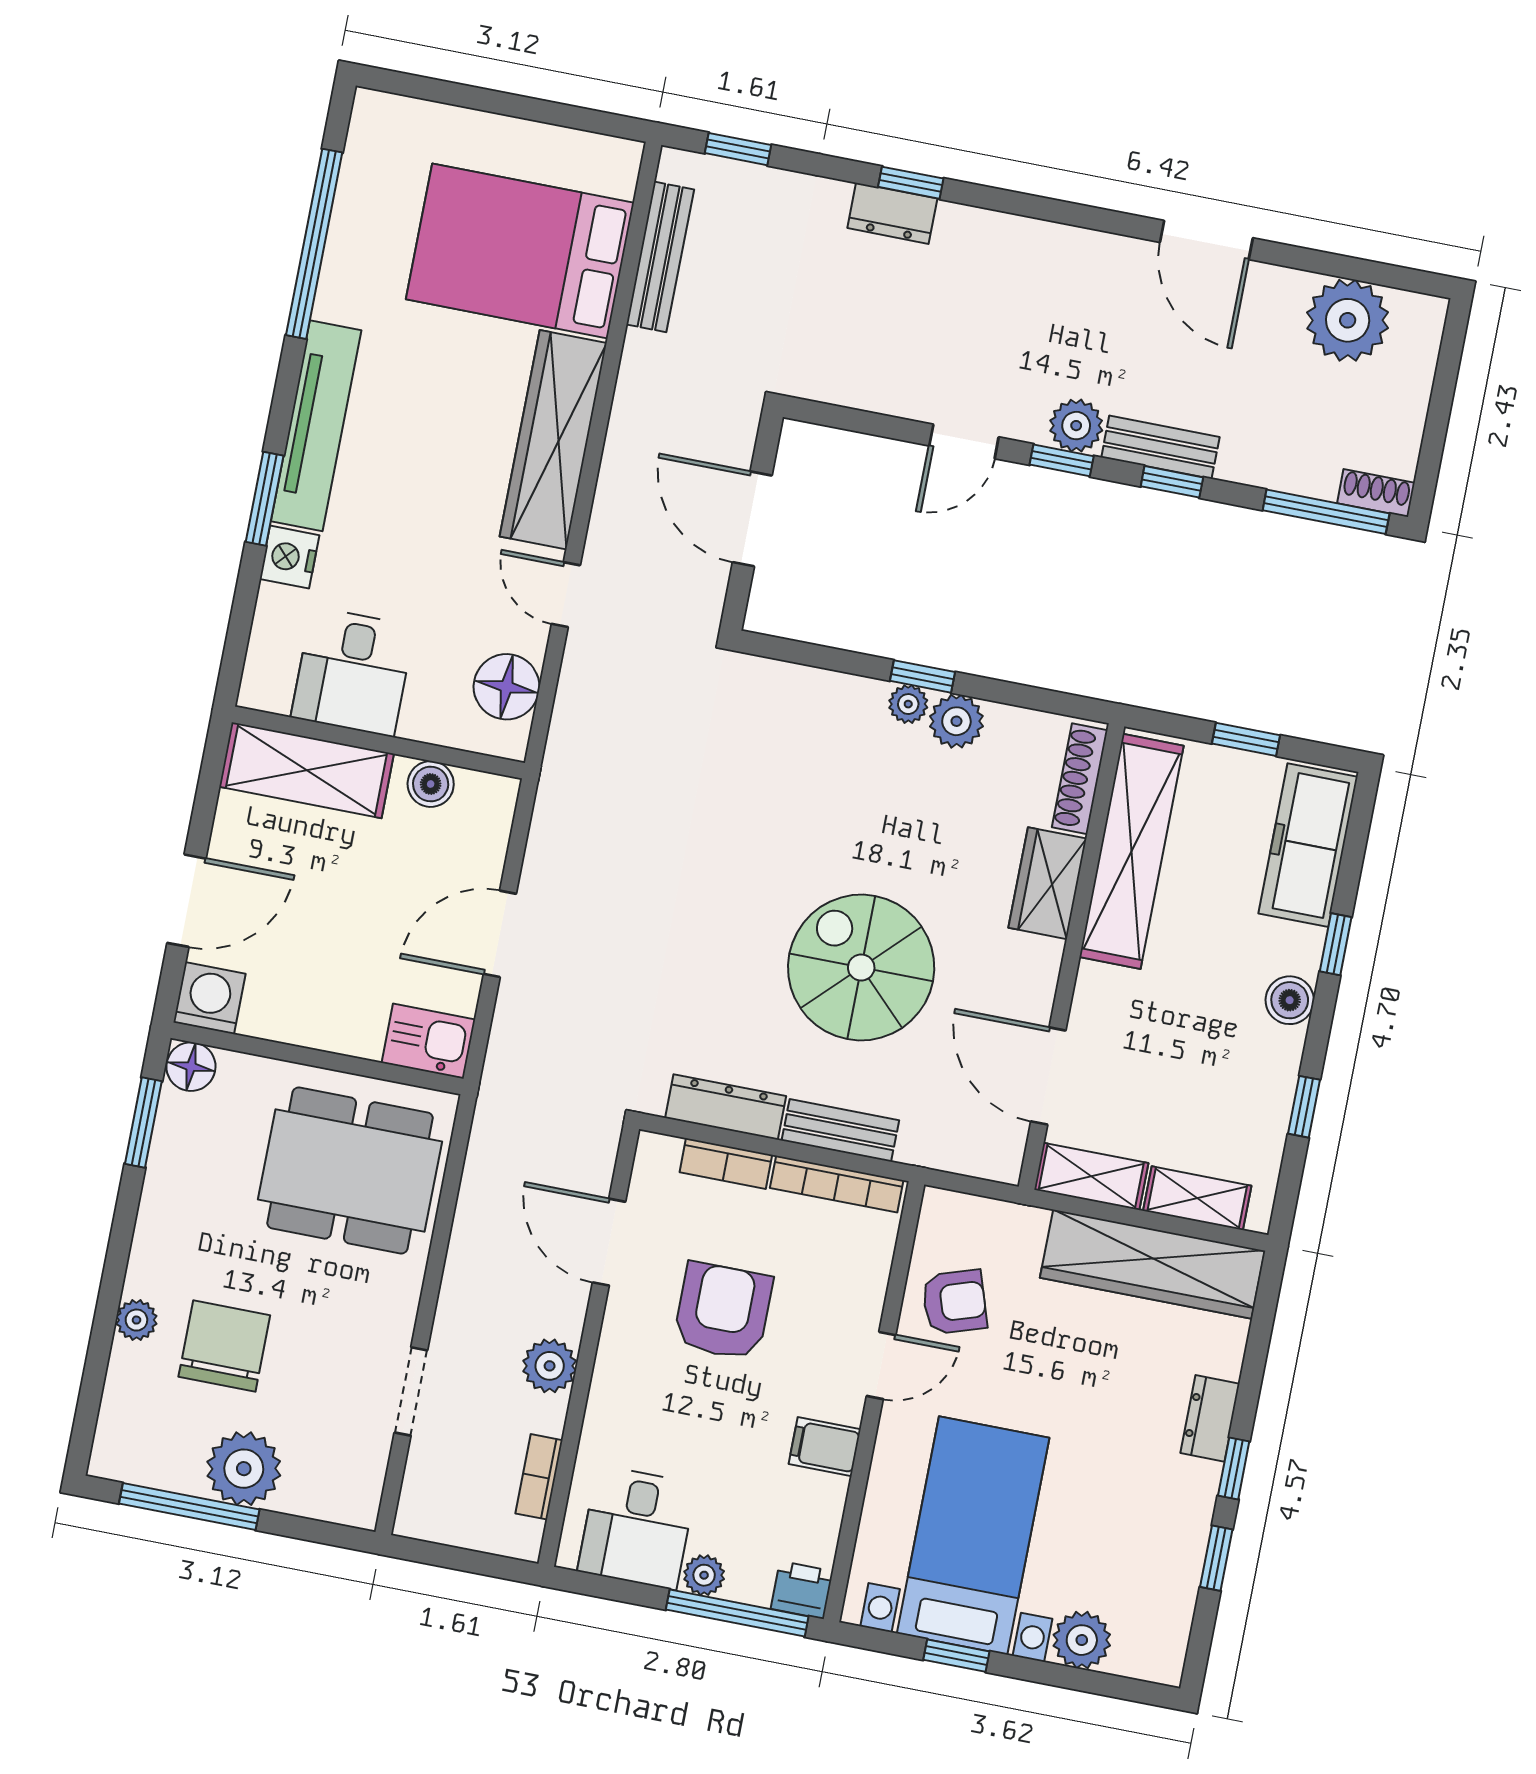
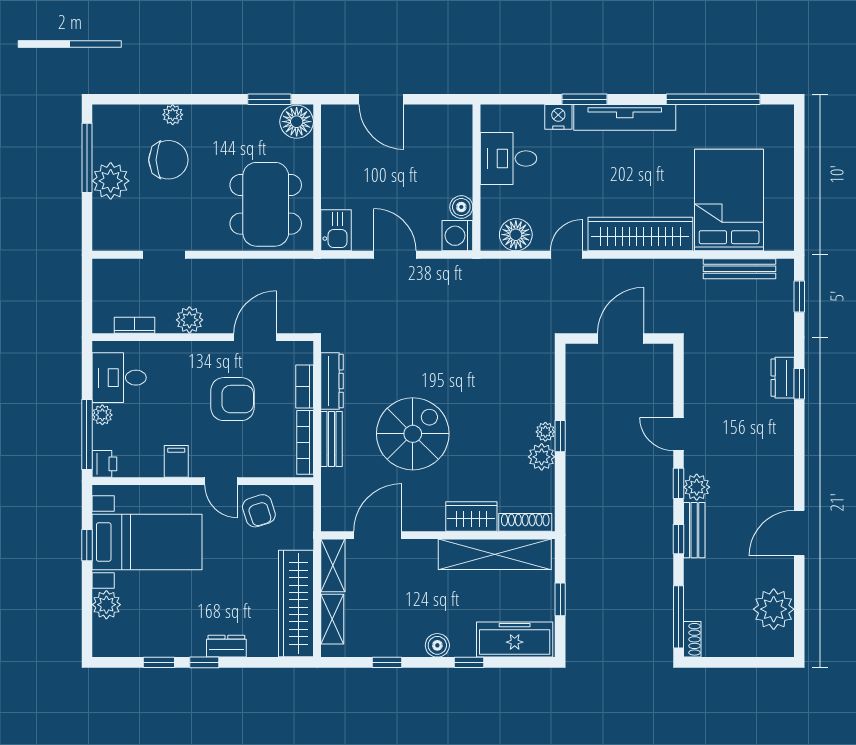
shelving: (307, 770) -> (456, 145), removed
washing machine: (209, 998) -> (457, 236), moved, turned 180
floor lamp: (191, 1067) -> (297, 122), width x1.38, depth x1.38

